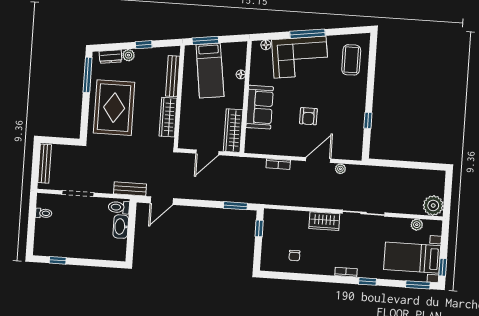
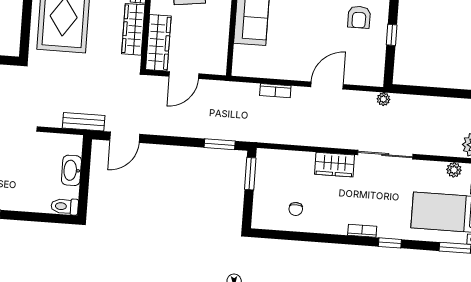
armchair: (308, 116) -> (359, 17), moved
wardrobe: (233, 131) -> (158, 43), moved, turned 180
plant: (340, 169) -> (383, 99), moved
toilet: (119, 207) -> (65, 206), moved
window: (259, 228) -> (250, 174), width x1.50

